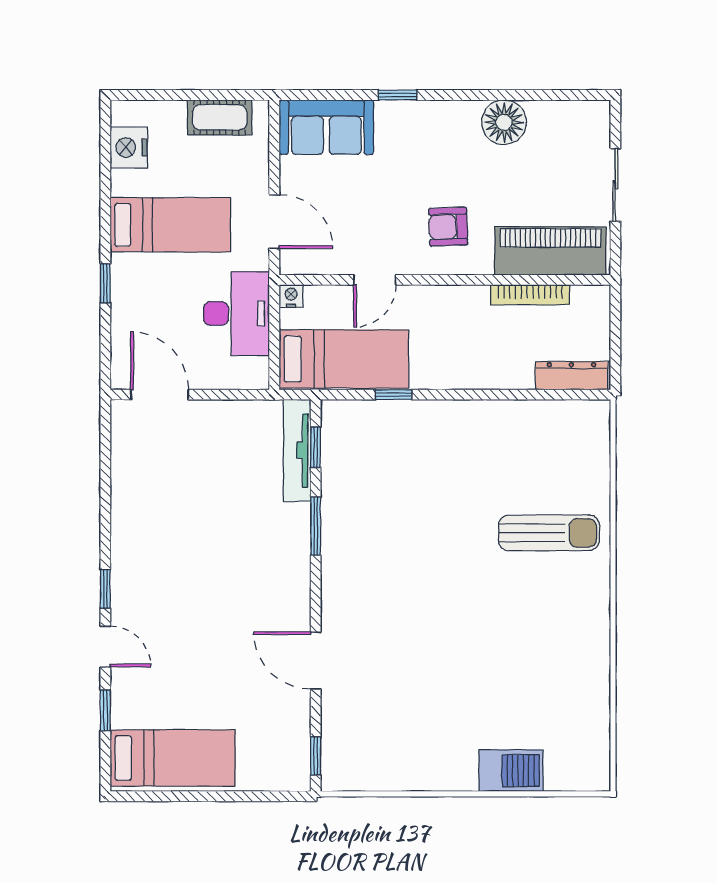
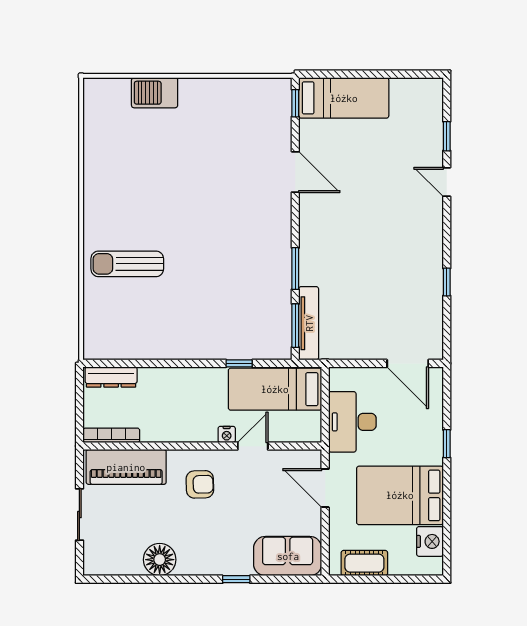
bed: (170, 225) -> (400, 495), width x1.50
bookcase: (530, 295) -> (111, 435), moved
nightstand: (291, 296) -> (227, 434), moved
window: (316, 447) -> (295, 326), width x1.50
window: (105, 589) -> (447, 282), moved
bed: (173, 758) -> (344, 98), moved, turned 180

